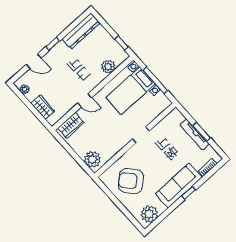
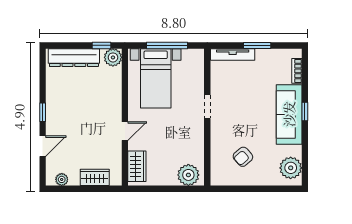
dresser: (81, 31) -> (74, 58), moved, turned 90
plant: (108, 67) -> (113, 57), moved
tv unit: (195, 134) -> (233, 55), moved
armchair: (131, 181) -> (243, 157), width x0.53, depth x0.53

